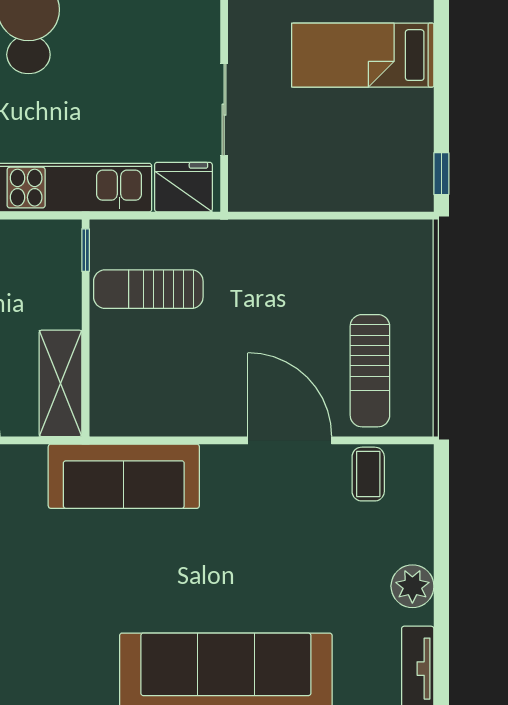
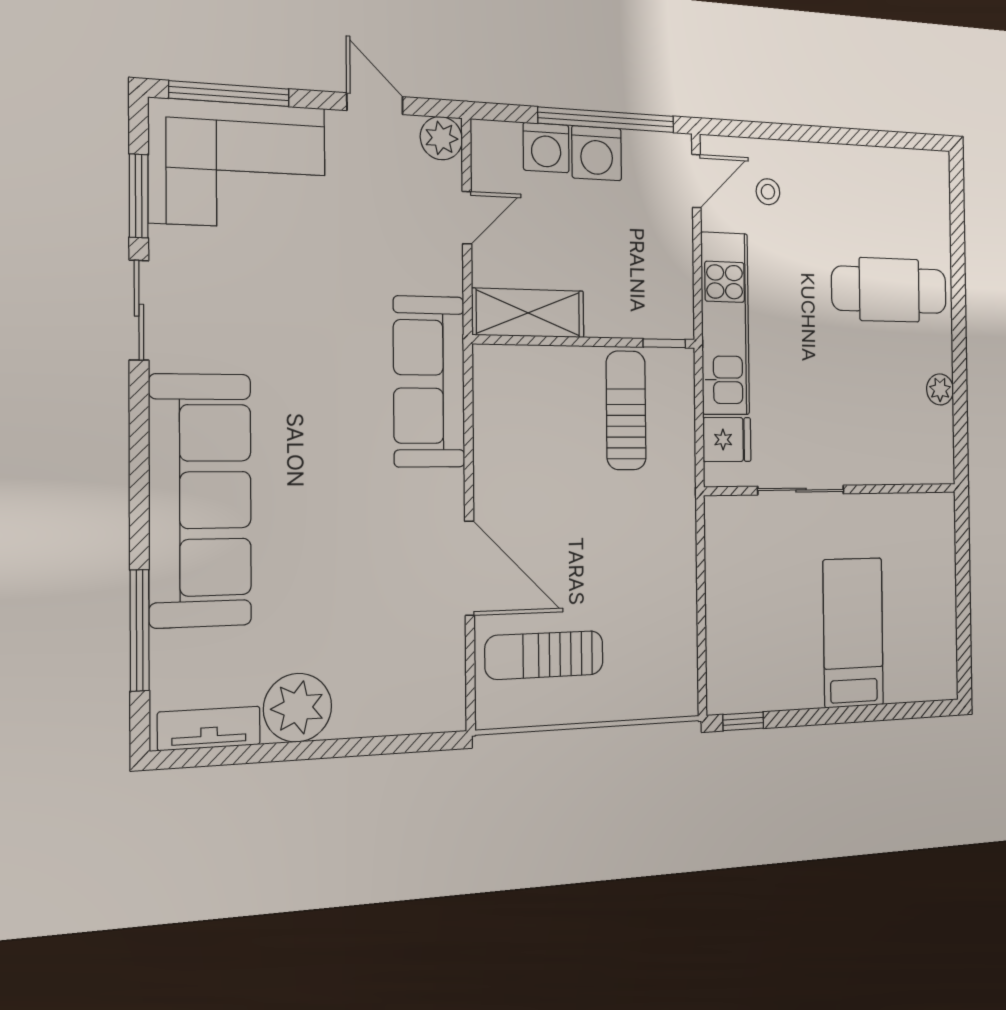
fridge: (183, 187) -> (727, 440), width x0.72
door: (290, 440) -> (469, 568), hinge flipped
coffee table: (368, 474) -> (433, 658), removed
plant: (412, 586) -> (298, 708), width x1.36, depth x1.36

